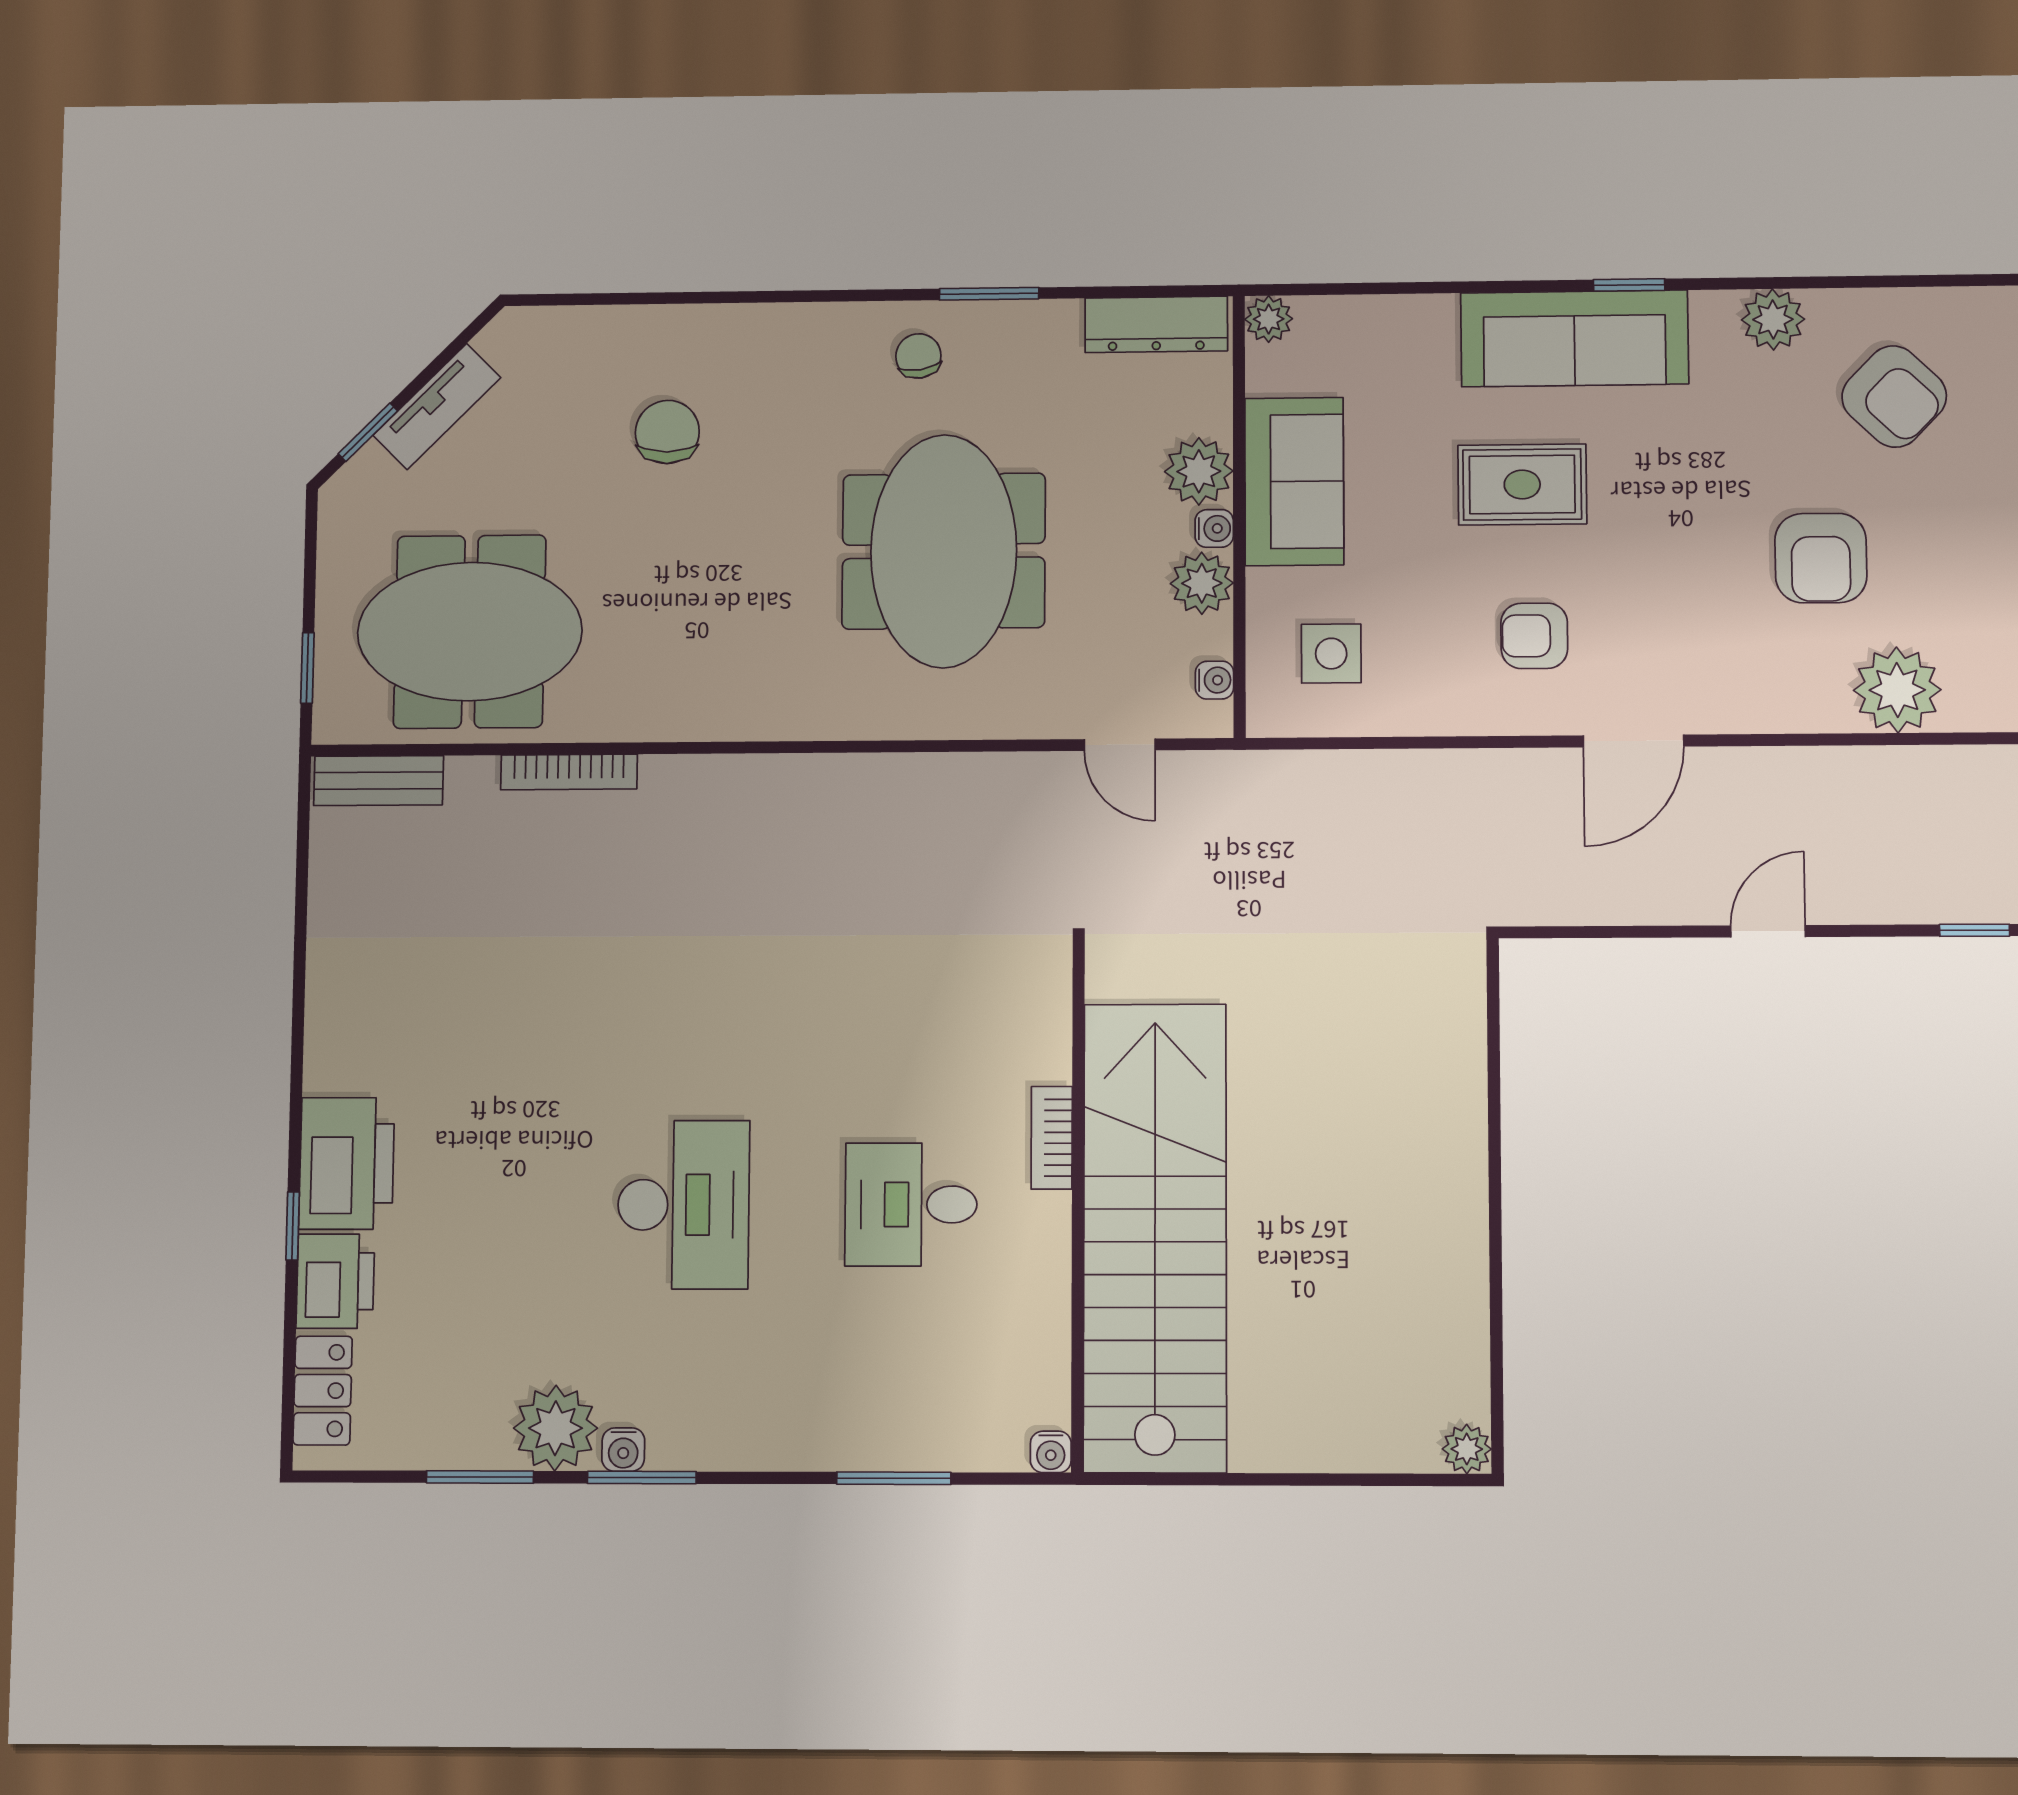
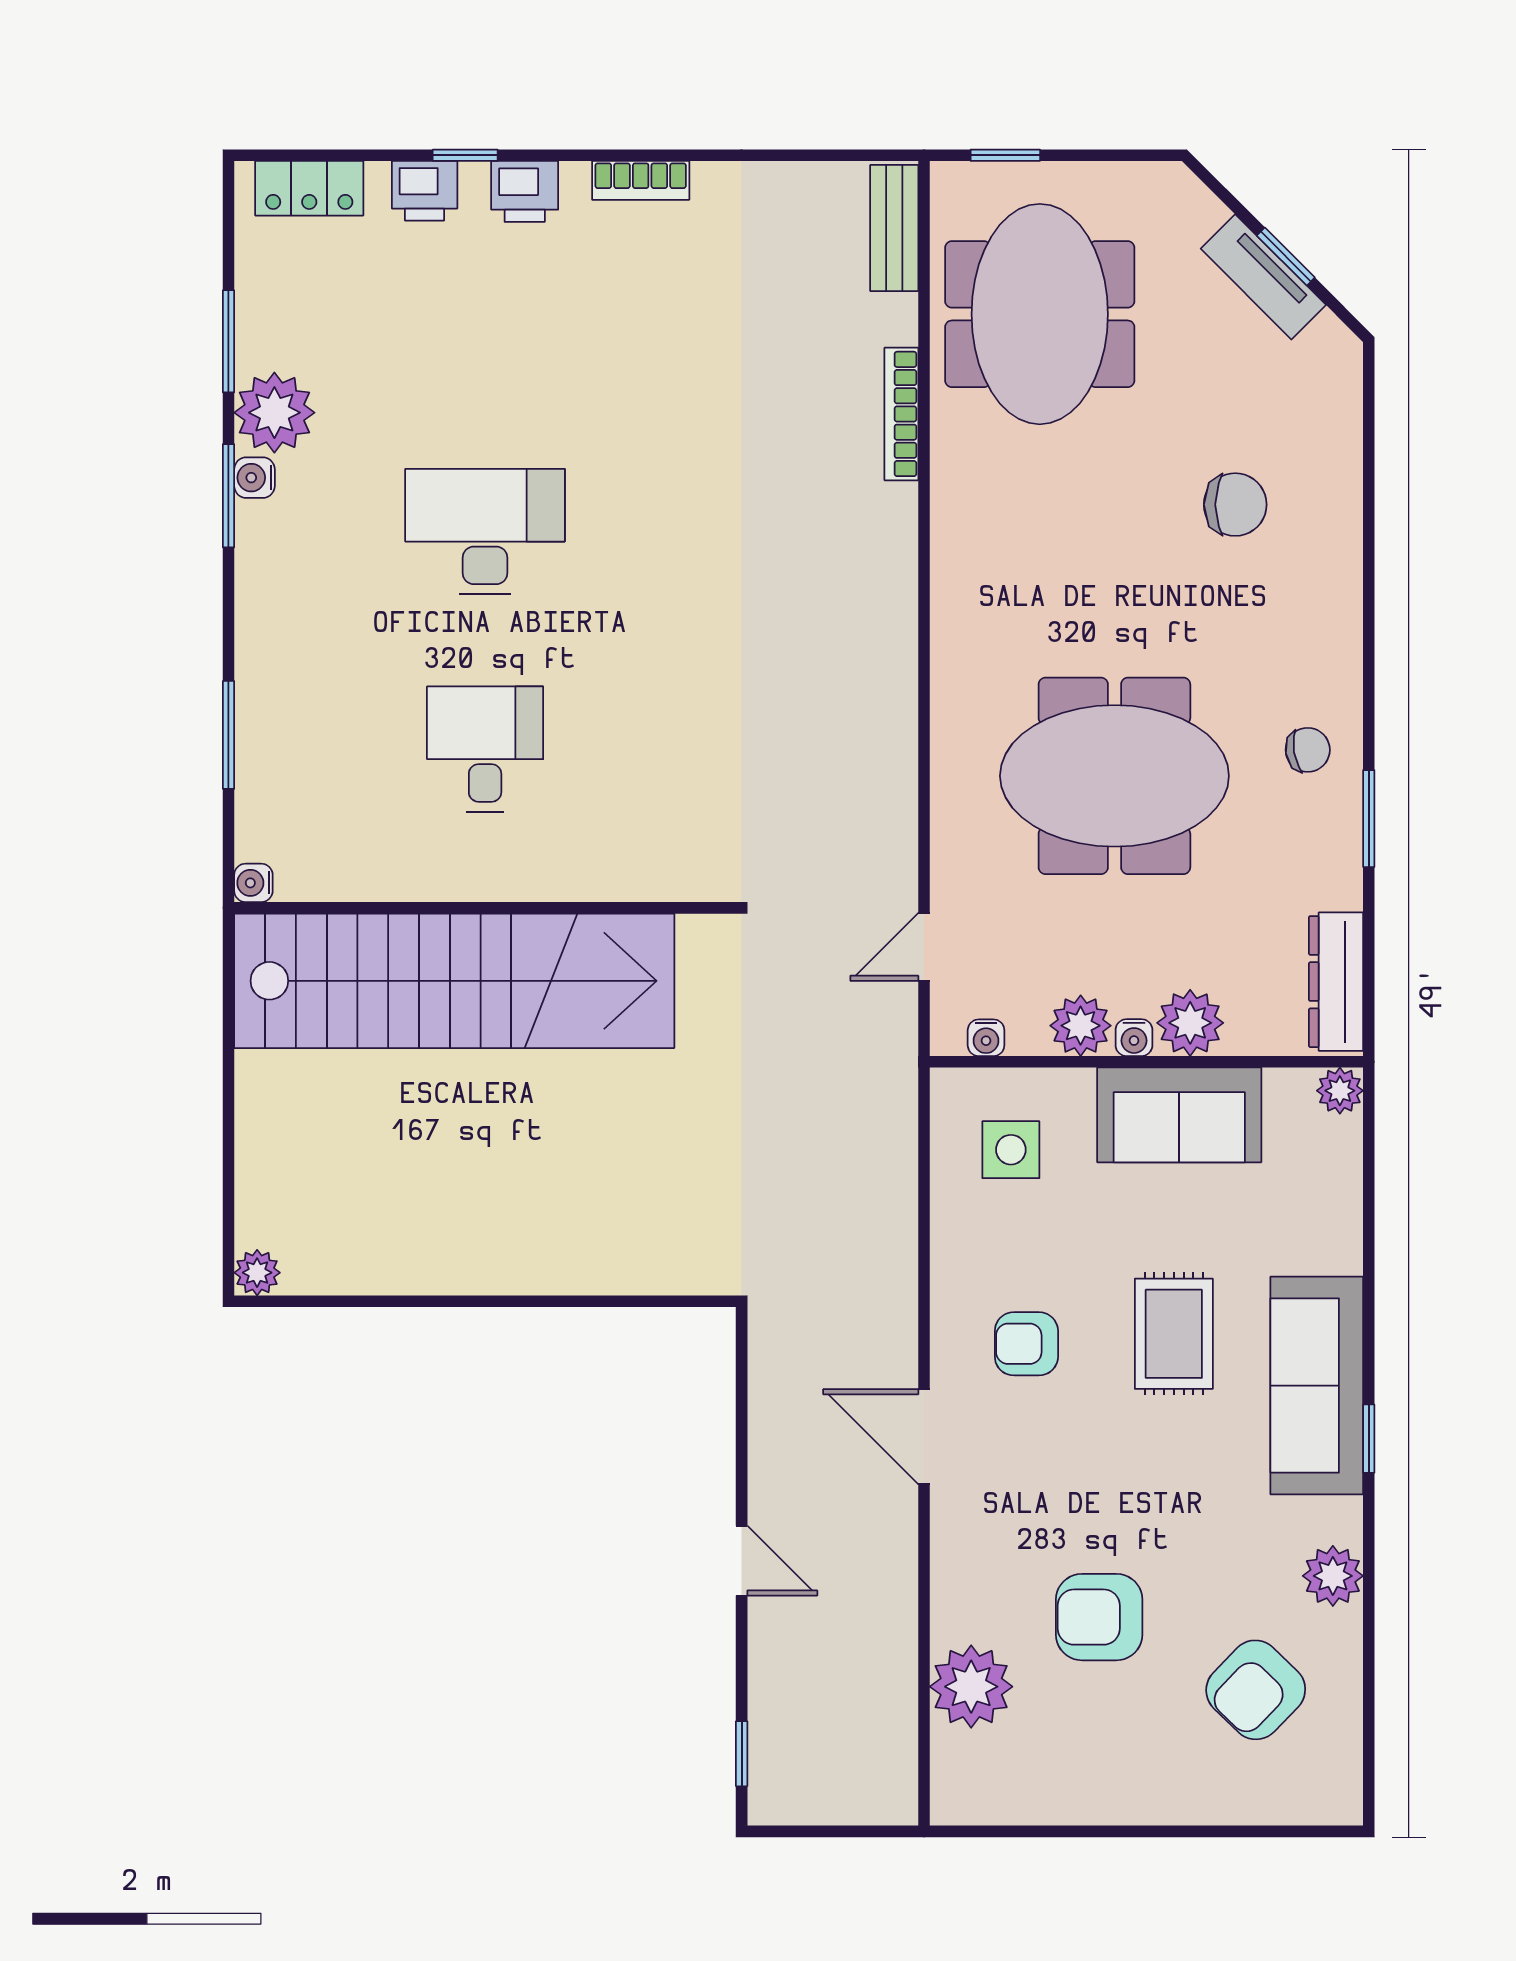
window: (368, 432) -> (1286, 257), moved
armchair: (1534, 636) -> (1026, 1344), turned -90
bookcase: (1052, 1138) -> (641, 180), moved, turned 180
printer: (347, 1163) -> (525, 191), width x0.53, depth x0.68
desk: (683, 1205) -> (485, 532), turned 180
printer: (335, 1281) -> (425, 191), width x0.73, depth x0.81

